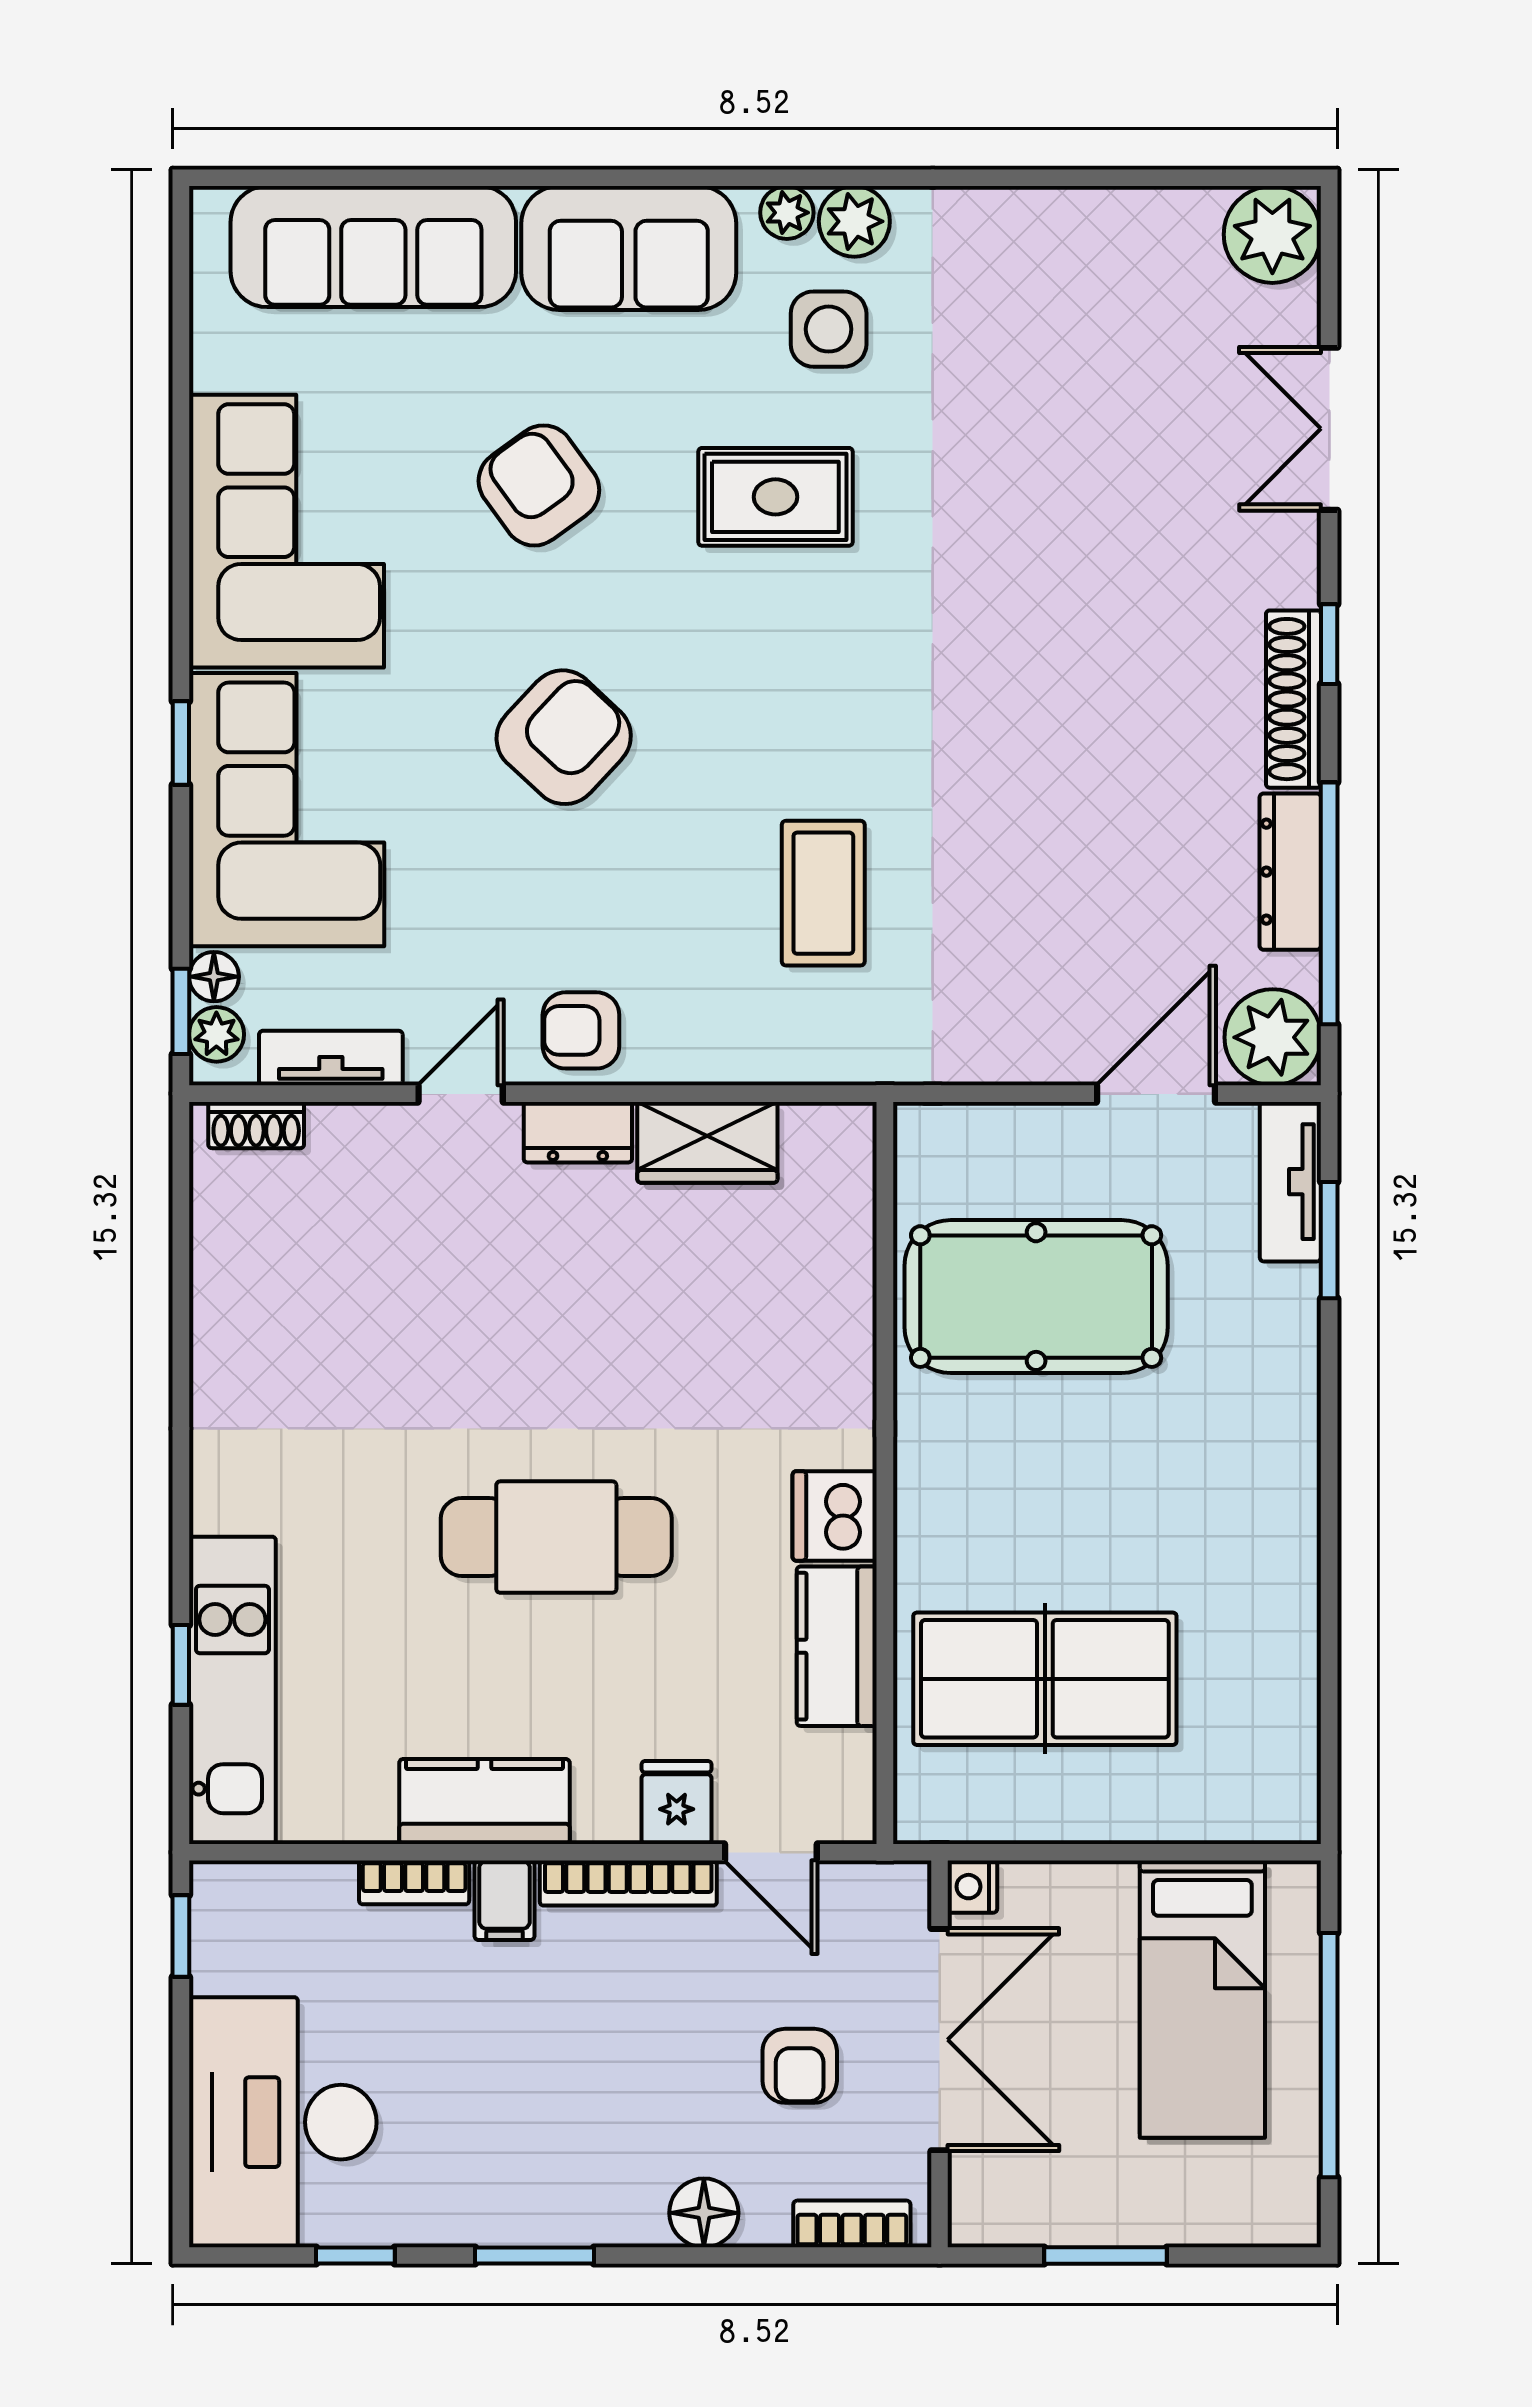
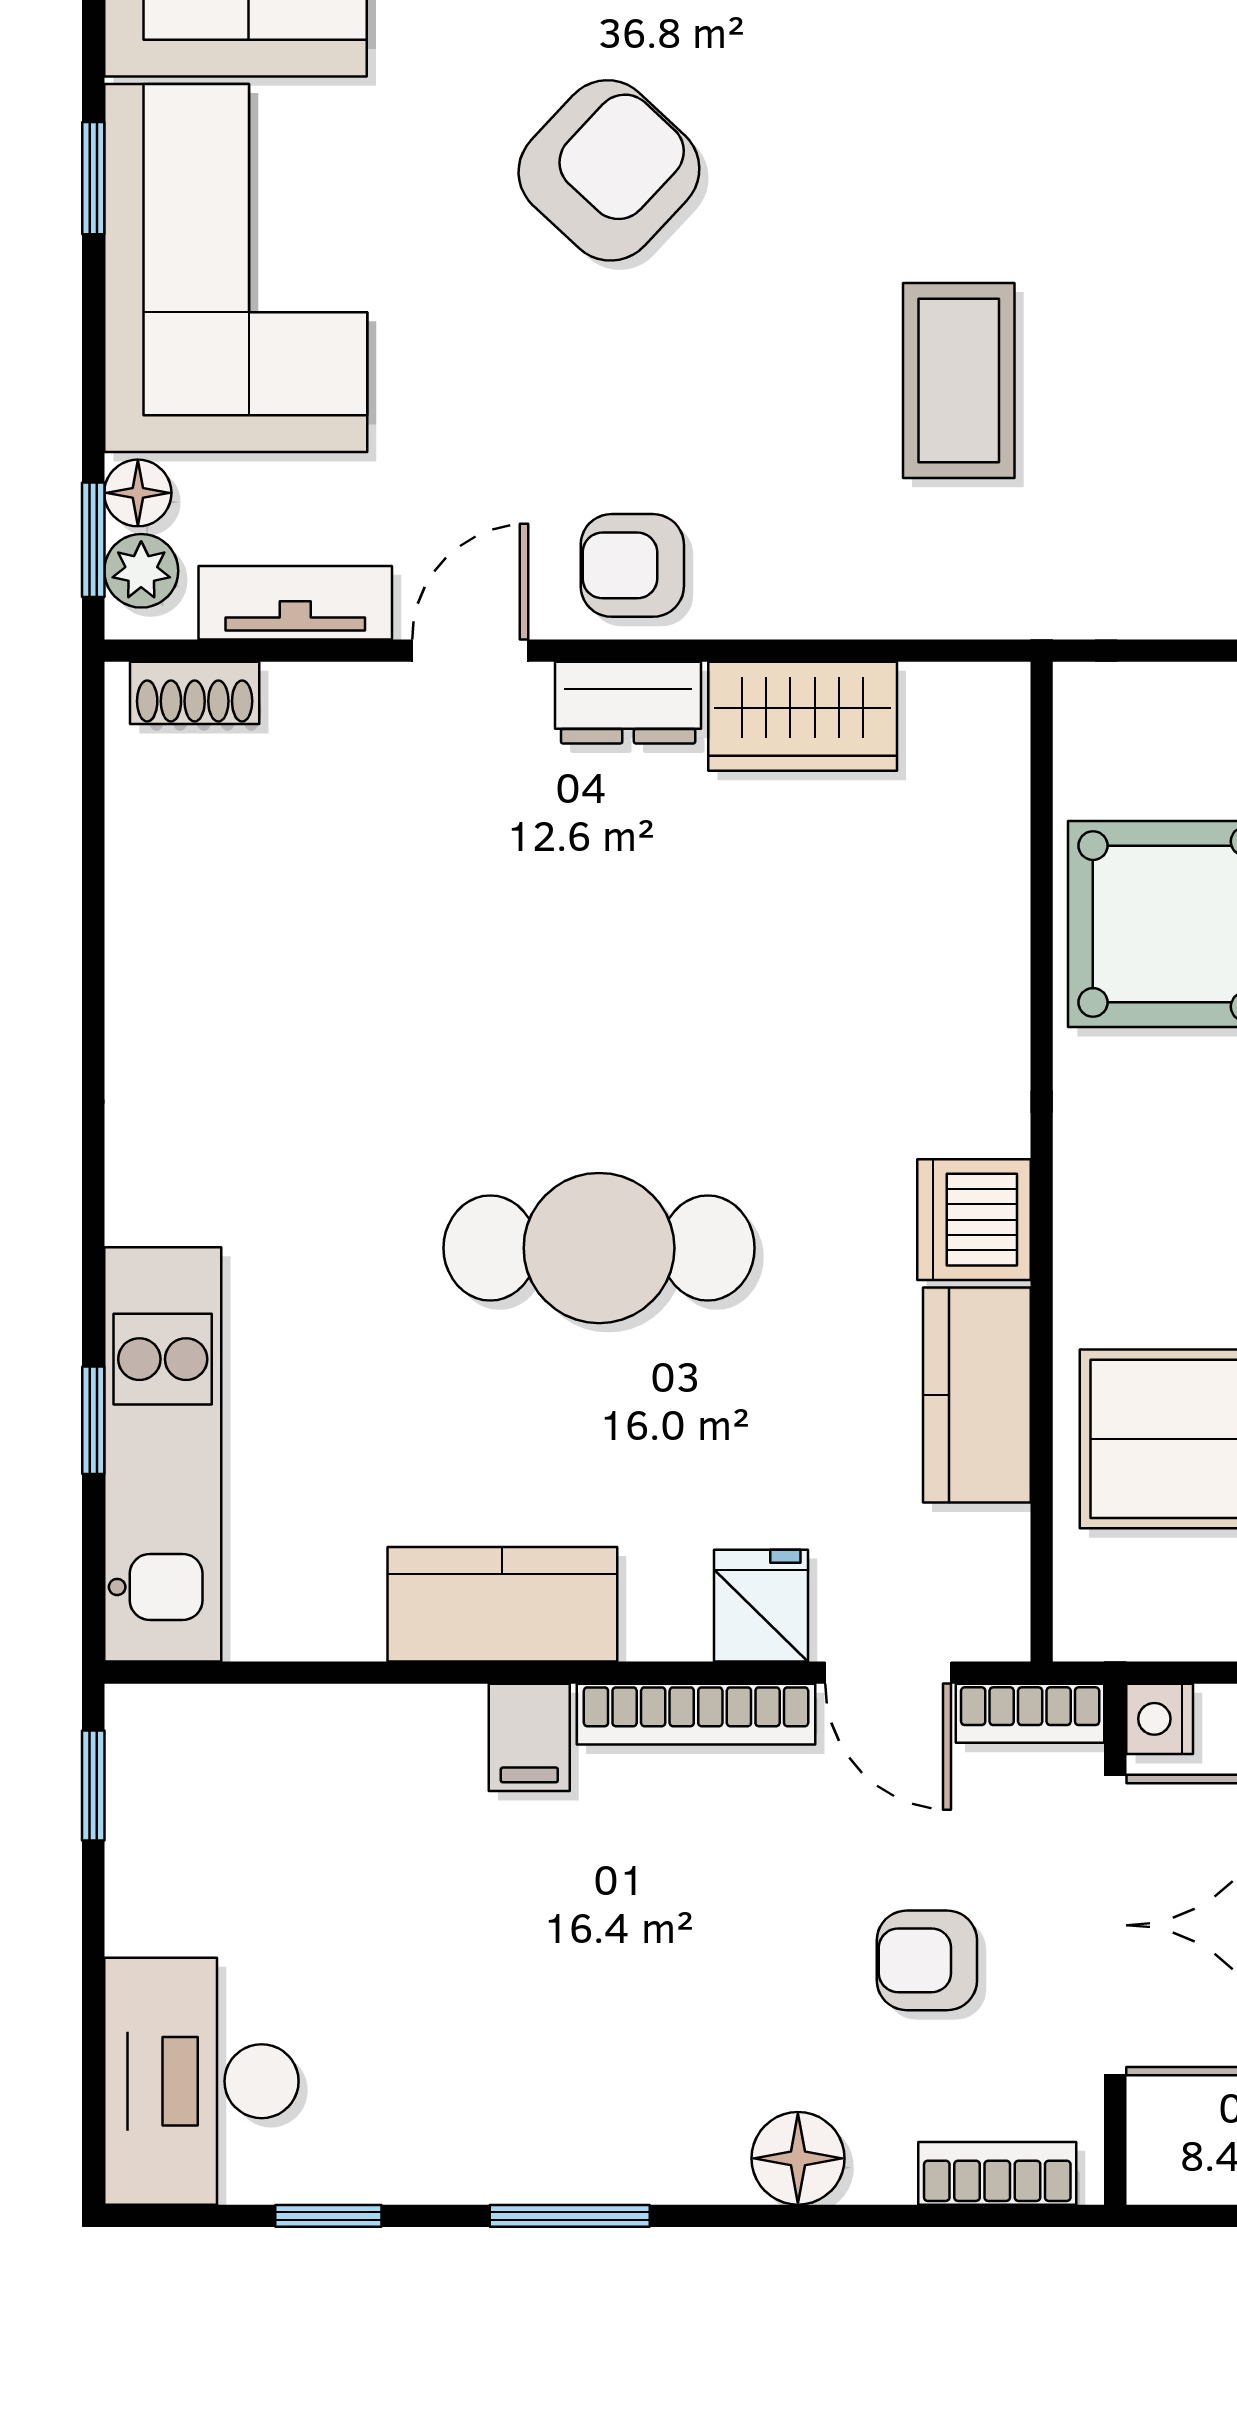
bookcase: (414, 1882) -> (1030, 1713), moved
armchair: (800, 2066) -> (927, 1960), turned 90
desk: (283, 2122) -> (201, 2081), width x0.73, depth x0.77

